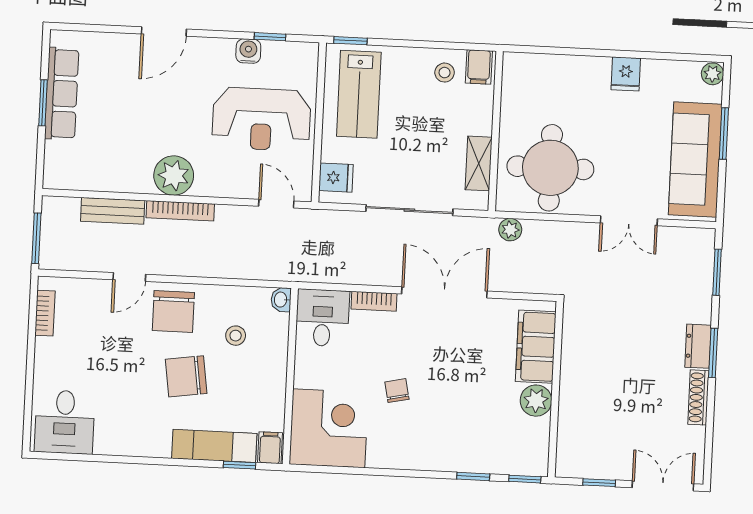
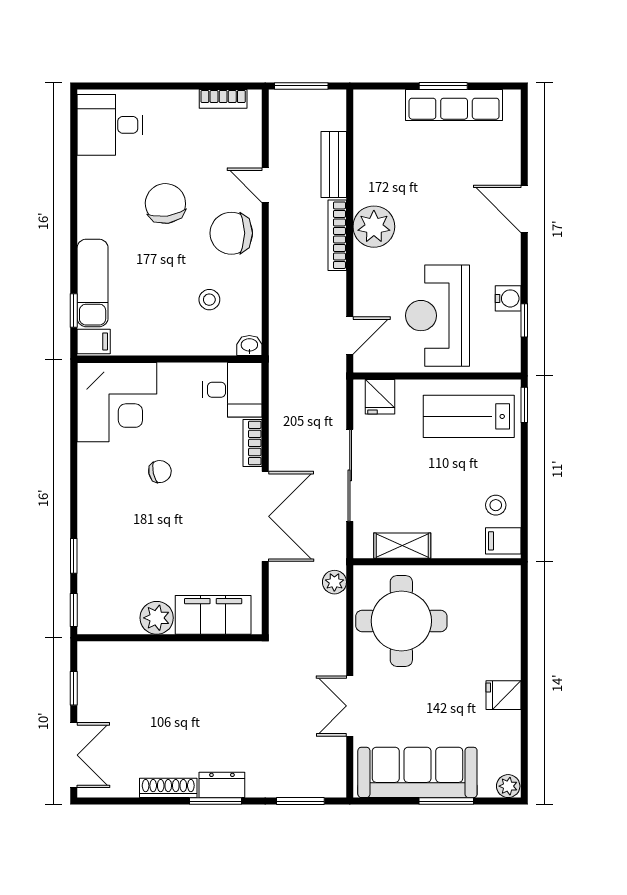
chair: (186, 376) -> (165, 203), moved

